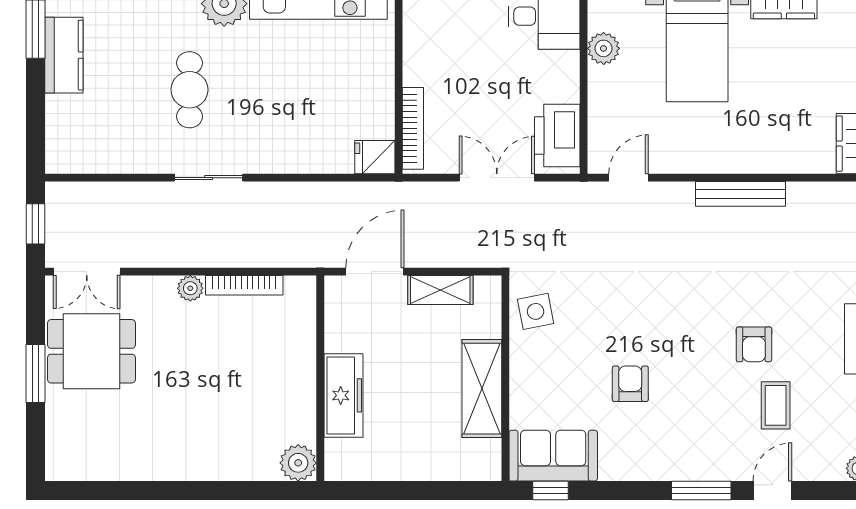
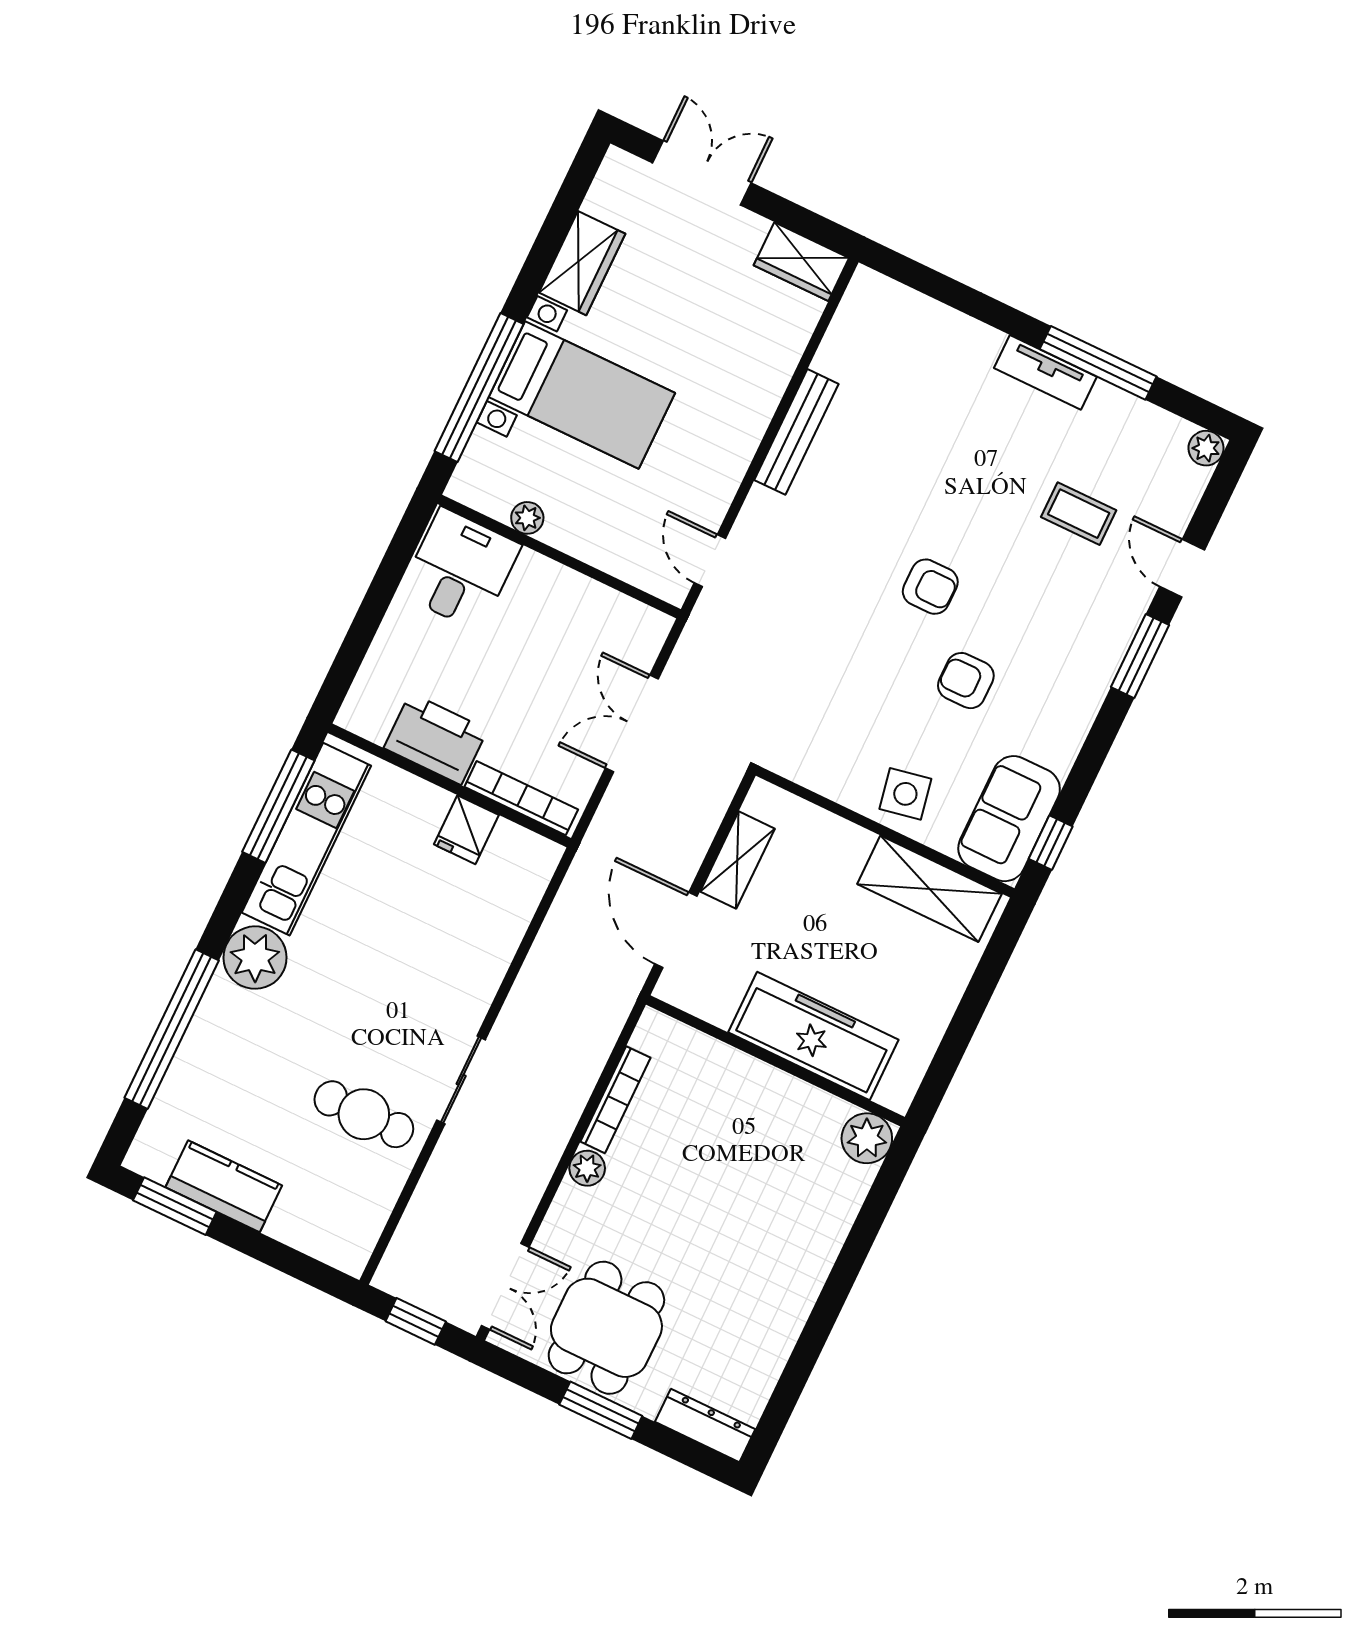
plant: (604, 48) -> (527, 518), width x0.73, depth x0.73
cafe table: (190, 90) -> (364, 1114), moved
printer: (557, 136) -> (436, 739), moved, turned 180
fridge: (375, 157) -> (466, 830), moved
side table: (536, 311) -> (905, 794), moved
armchair: (754, 344) -> (930, 587), moved
shelving: (482, 389) -> (929, 889), moved
freezer: (343, 395) -> (813, 1036), width x1.36, depth x1.26
dresser: (58, 447) -> (705, 1425), added

